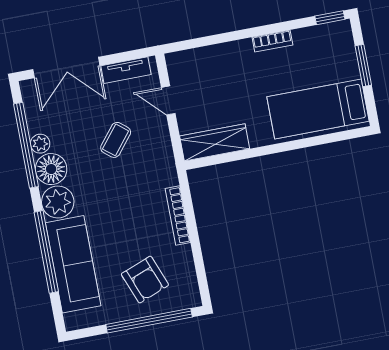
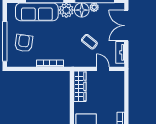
door: (168, 100) -> (103, 69), hinge flipped
armchair: (145, 280) -> (24, 43), turned 119

